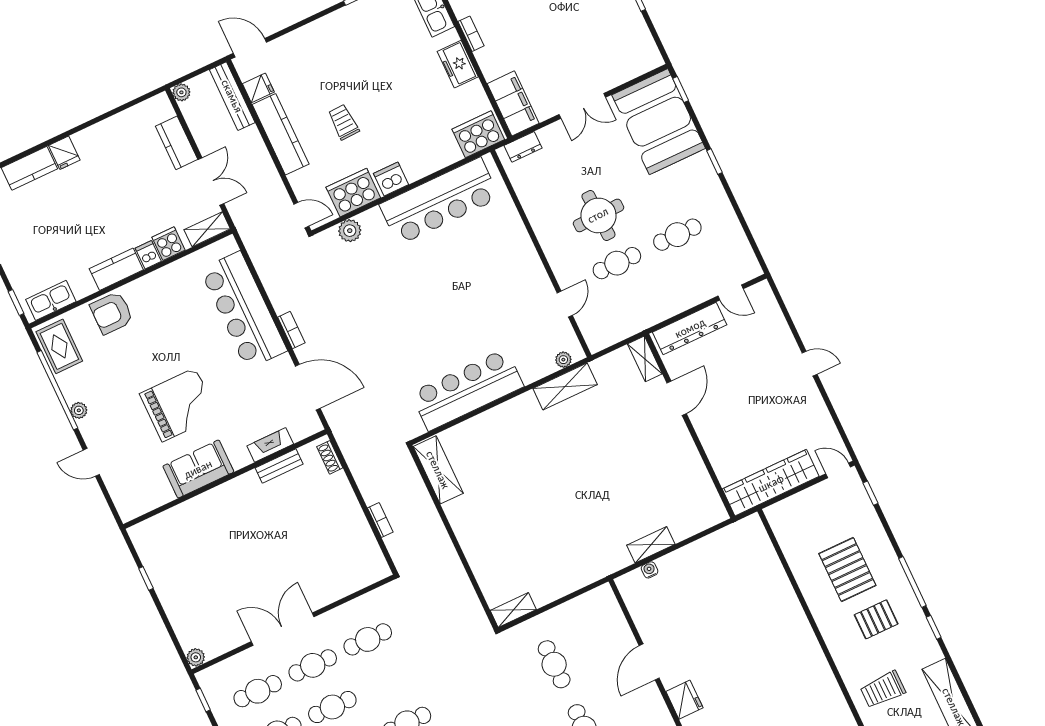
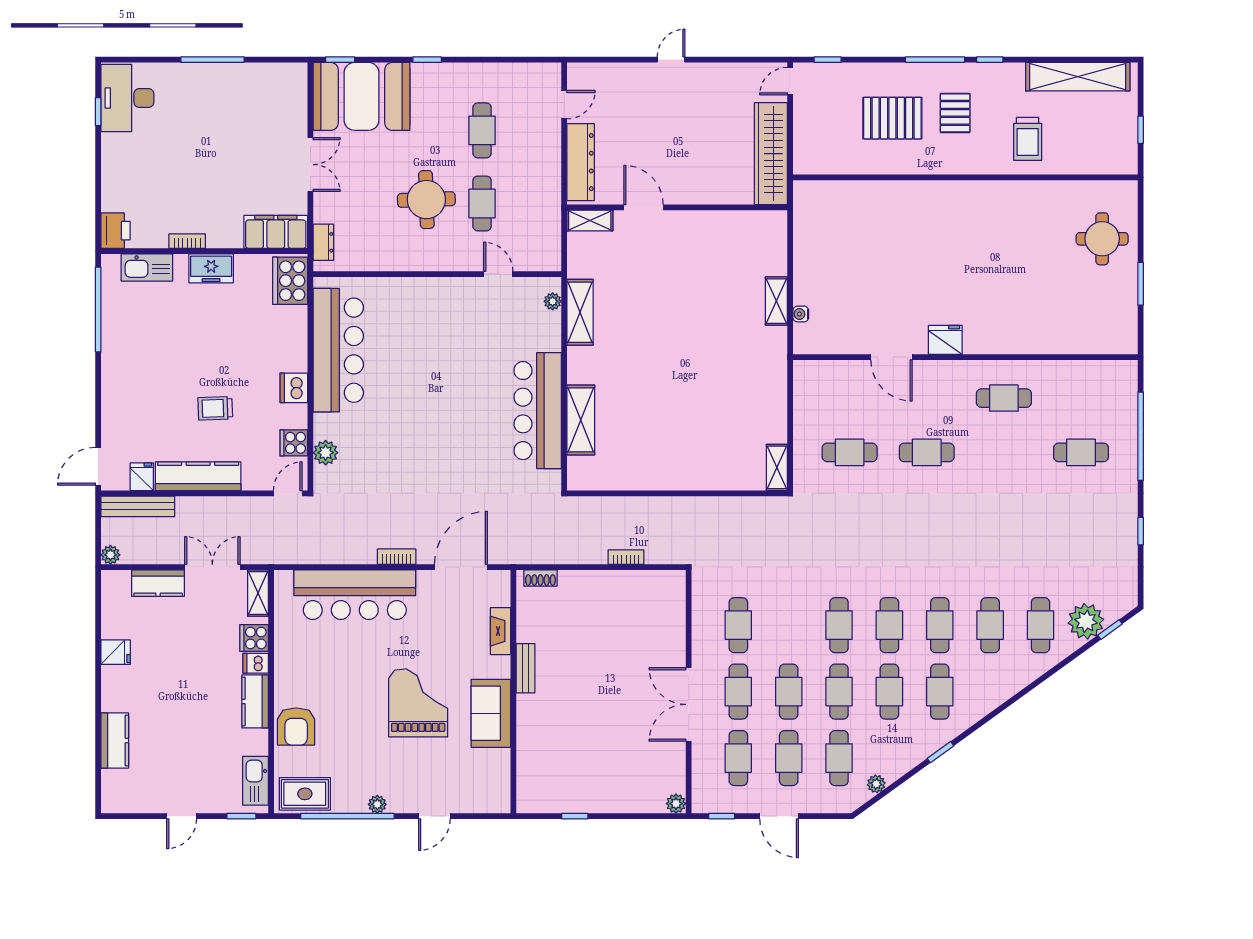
fridge: (64, 153) -> (116, 652), moved
cooker: (353, 193) -> (294, 443), width x0.53, depth x0.76
bench: (279, 466) -> (525, 668), moved
shelving: (438, 470) -> (581, 420), moved, turned 90

